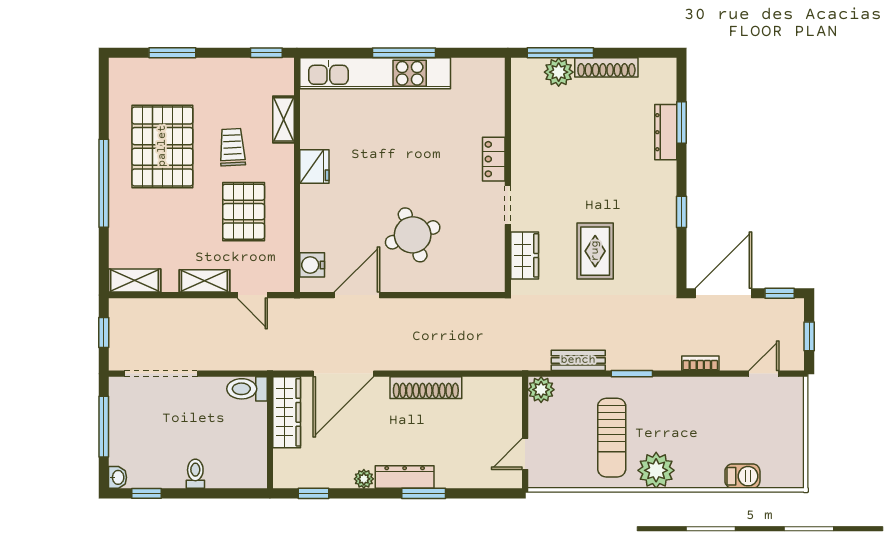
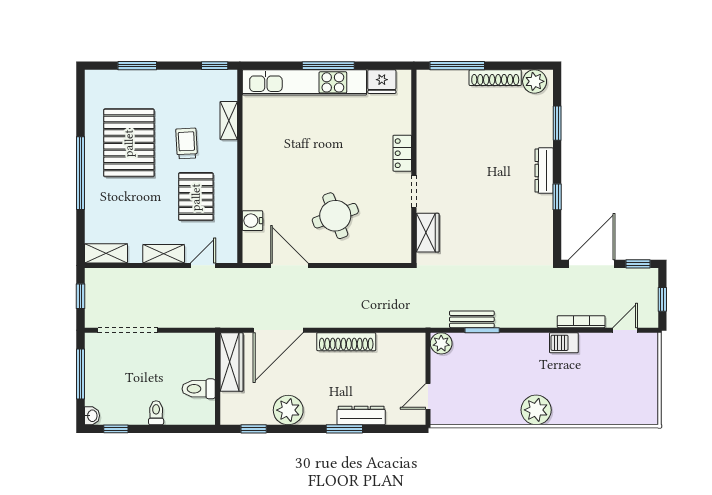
plant: (559, 72) -> (535, 81), moved
dresser: (666, 132) -> (544, 171), moved
fridge: (314, 166) -> (382, 82), moved, turned 90
rug: (595, 251) -> (486, 229), removed
water cooler: (312, 265) -> (252, 221), moved
door: (252, 295) -> (203, 265), swing flipped
door: (357, 295) -> (289, 265), hinge flipped
bookcase: (700, 363) -> (581, 322), width x1.56
window: (632, 374) -> (482, 330), moved
toilet: (247, 389) -> (199, 389), moved
sun lounger: (612, 438) -> (500, 383), removed
barbecue: (742, 476) -> (564, 343), moved, turned 180
dresser: (405, 477) -> (361, 415), moved
plant: (364, 479) -> (288, 410), width x1.87, depth x1.87

